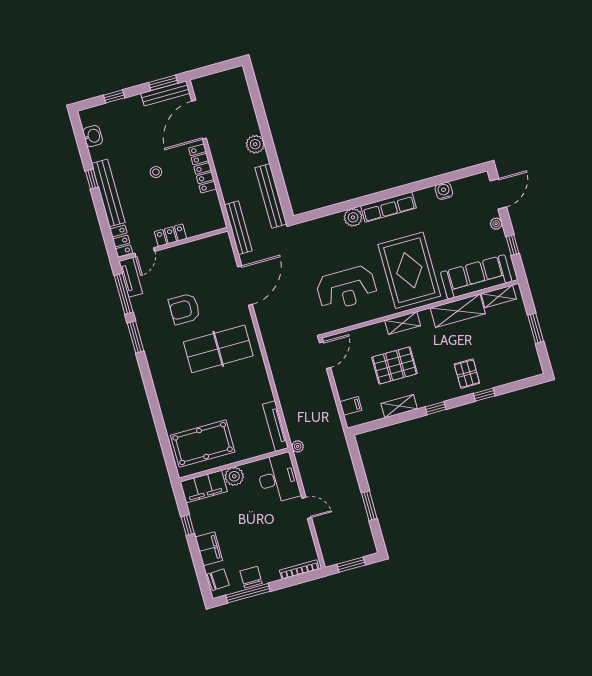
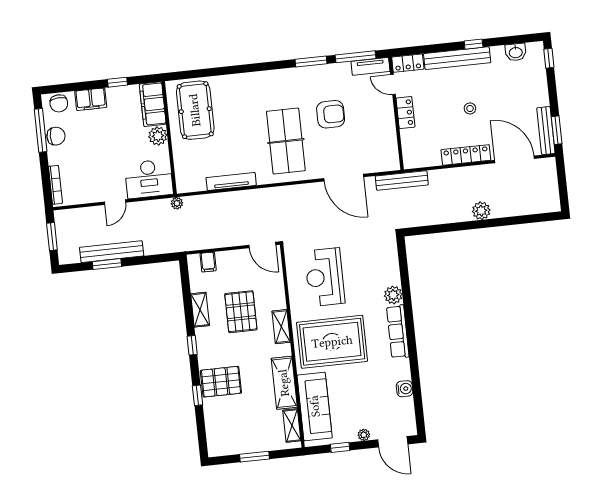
window: (114, 96) -> (549, 58), moved
bench: (271, 196) -> (112, 252), moved
armchair: (184, 309) -> (331, 114), turned 90
pallet: (467, 374) -> (221, 382), width x1.50, depth x1.42
tv unit: (275, 426) -> (231, 181), moved

